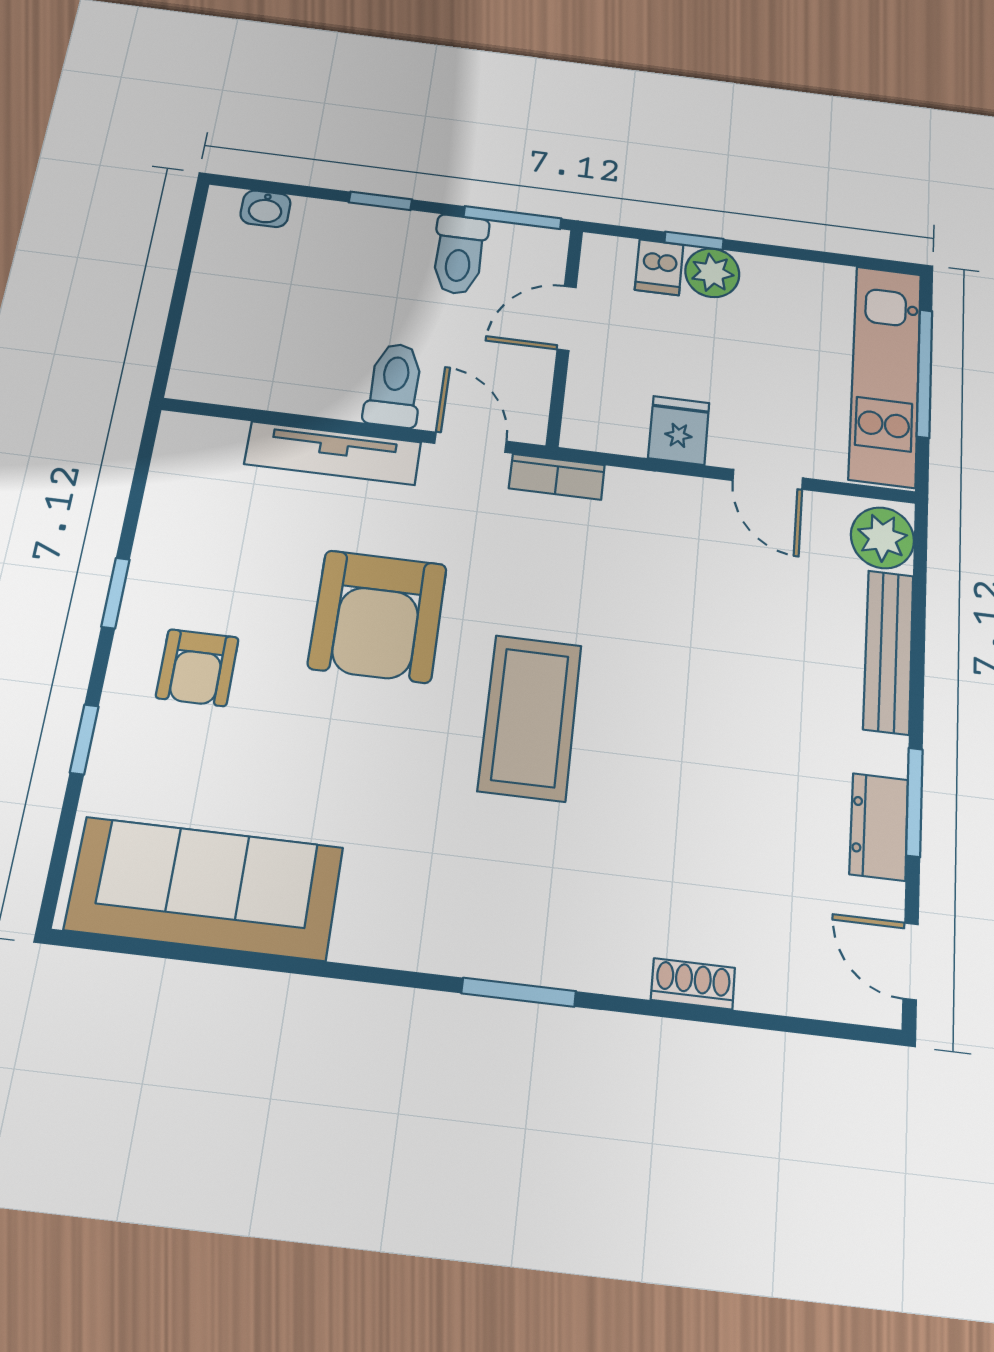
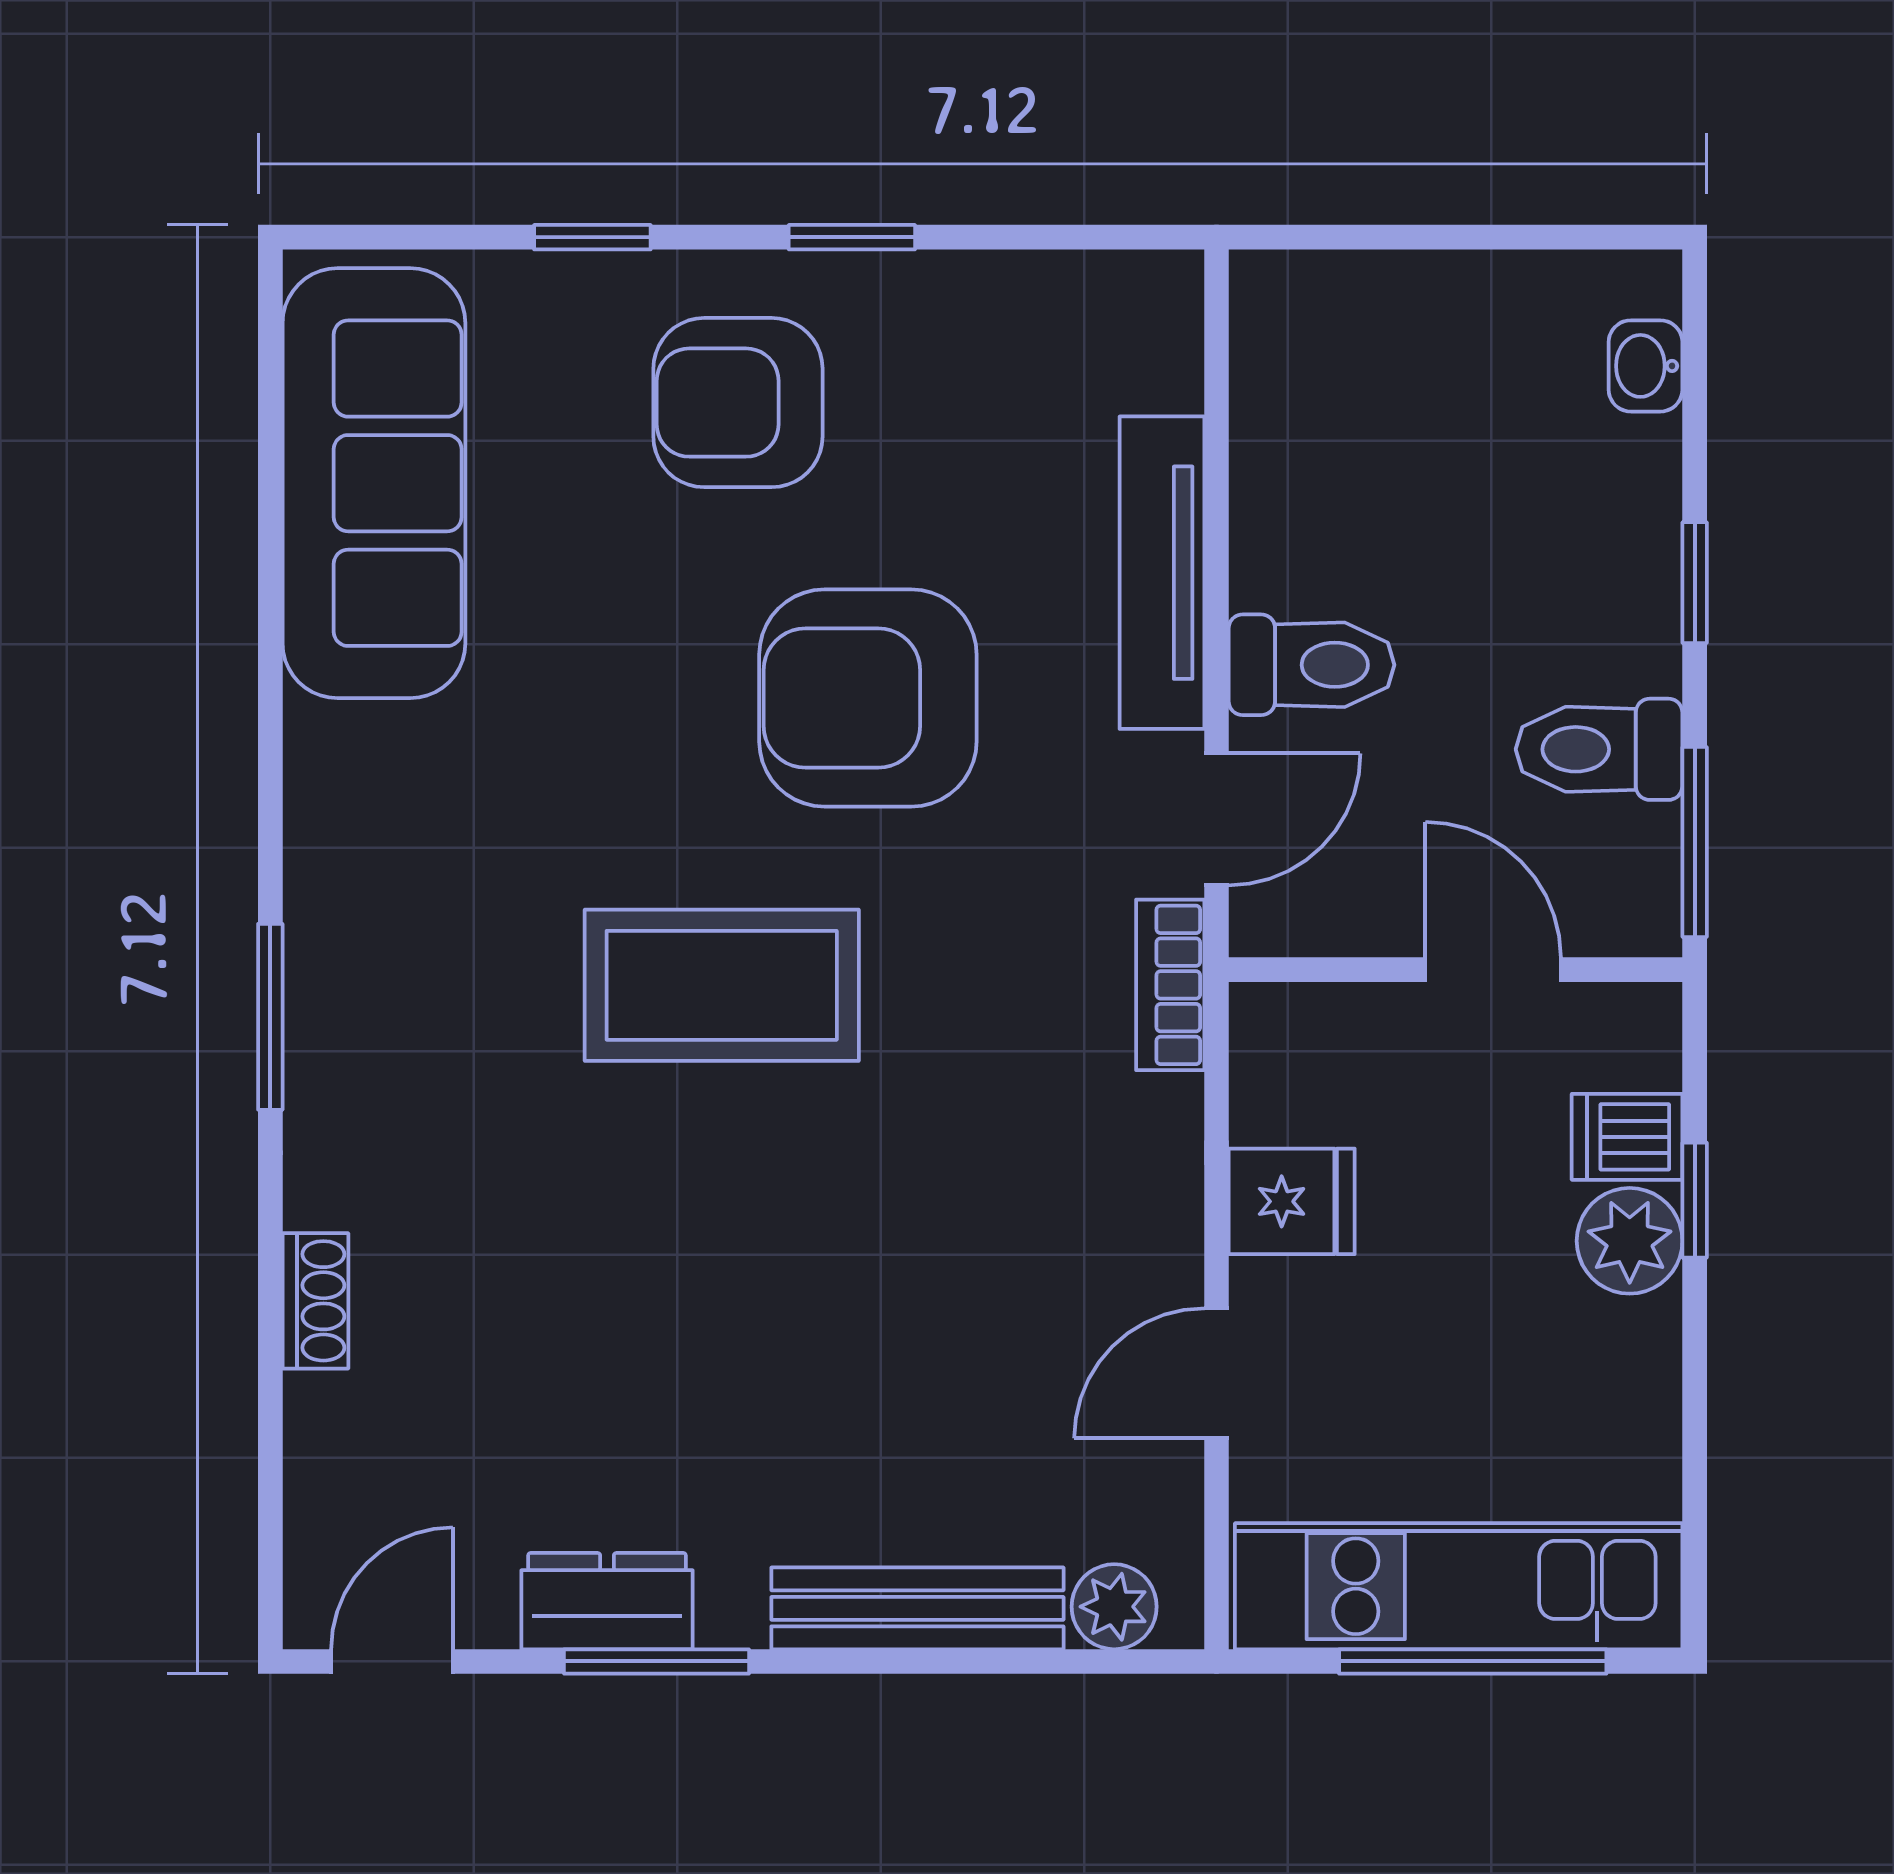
plant: (882, 538) -> (1114, 1607), width x0.73, depth x0.73
armchair: (197, 668) -> (738, 403), width x1.38, depth x1.38

